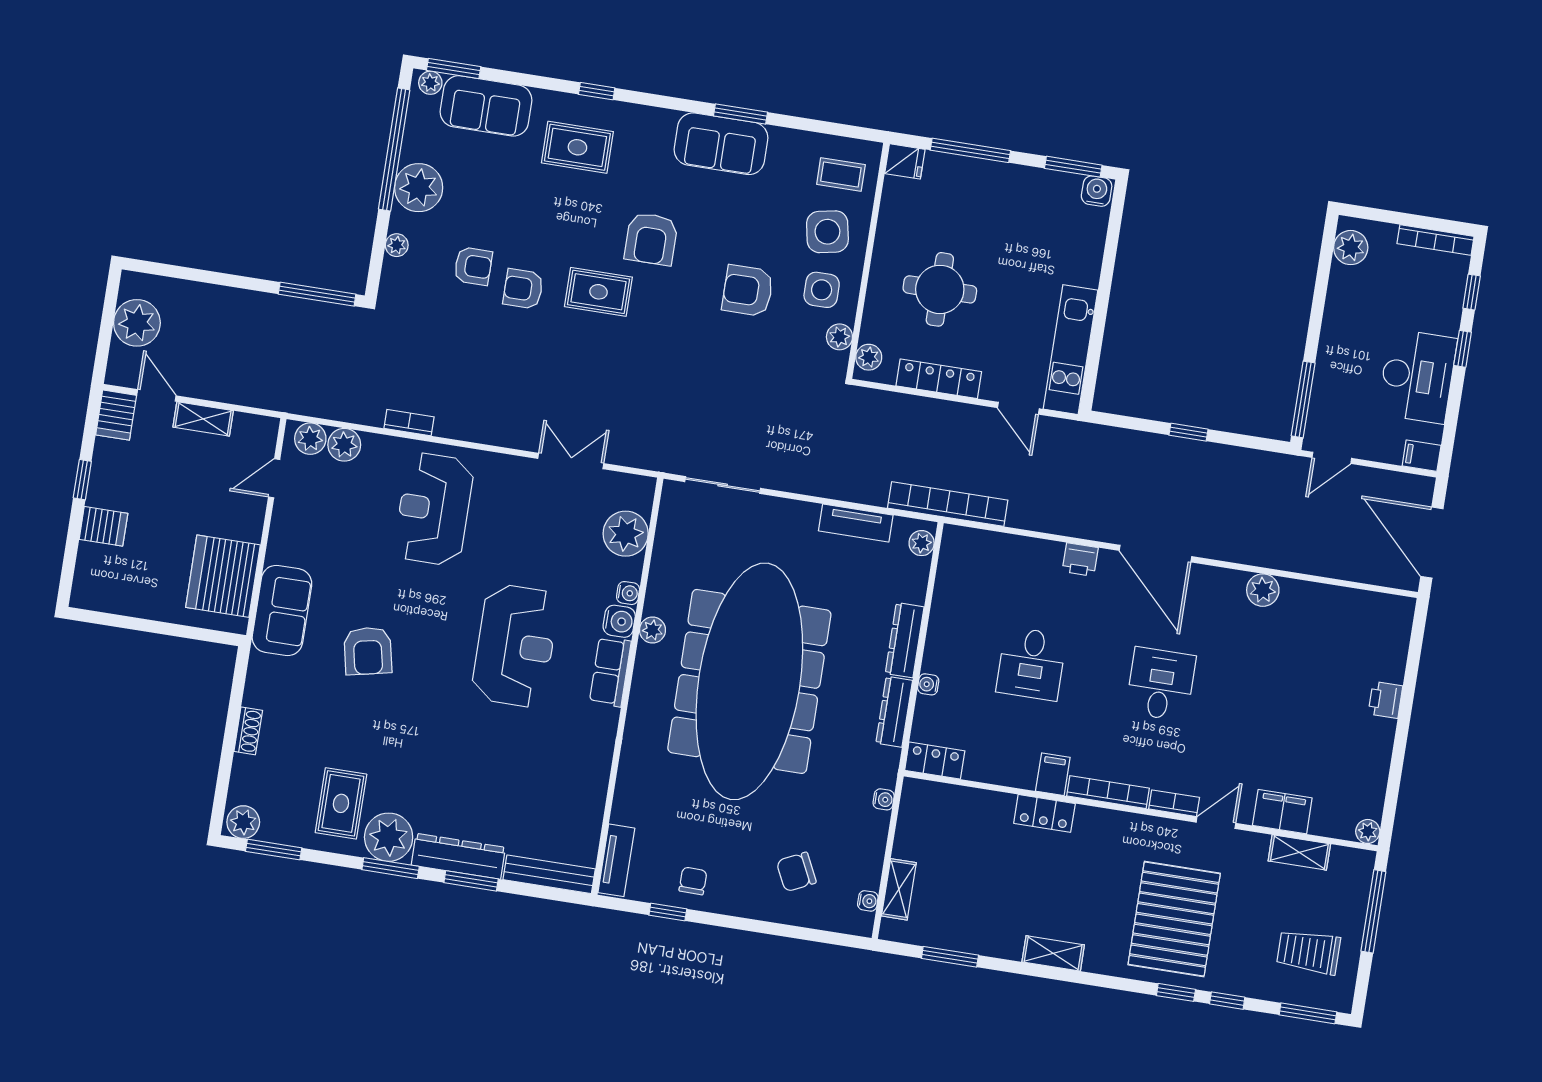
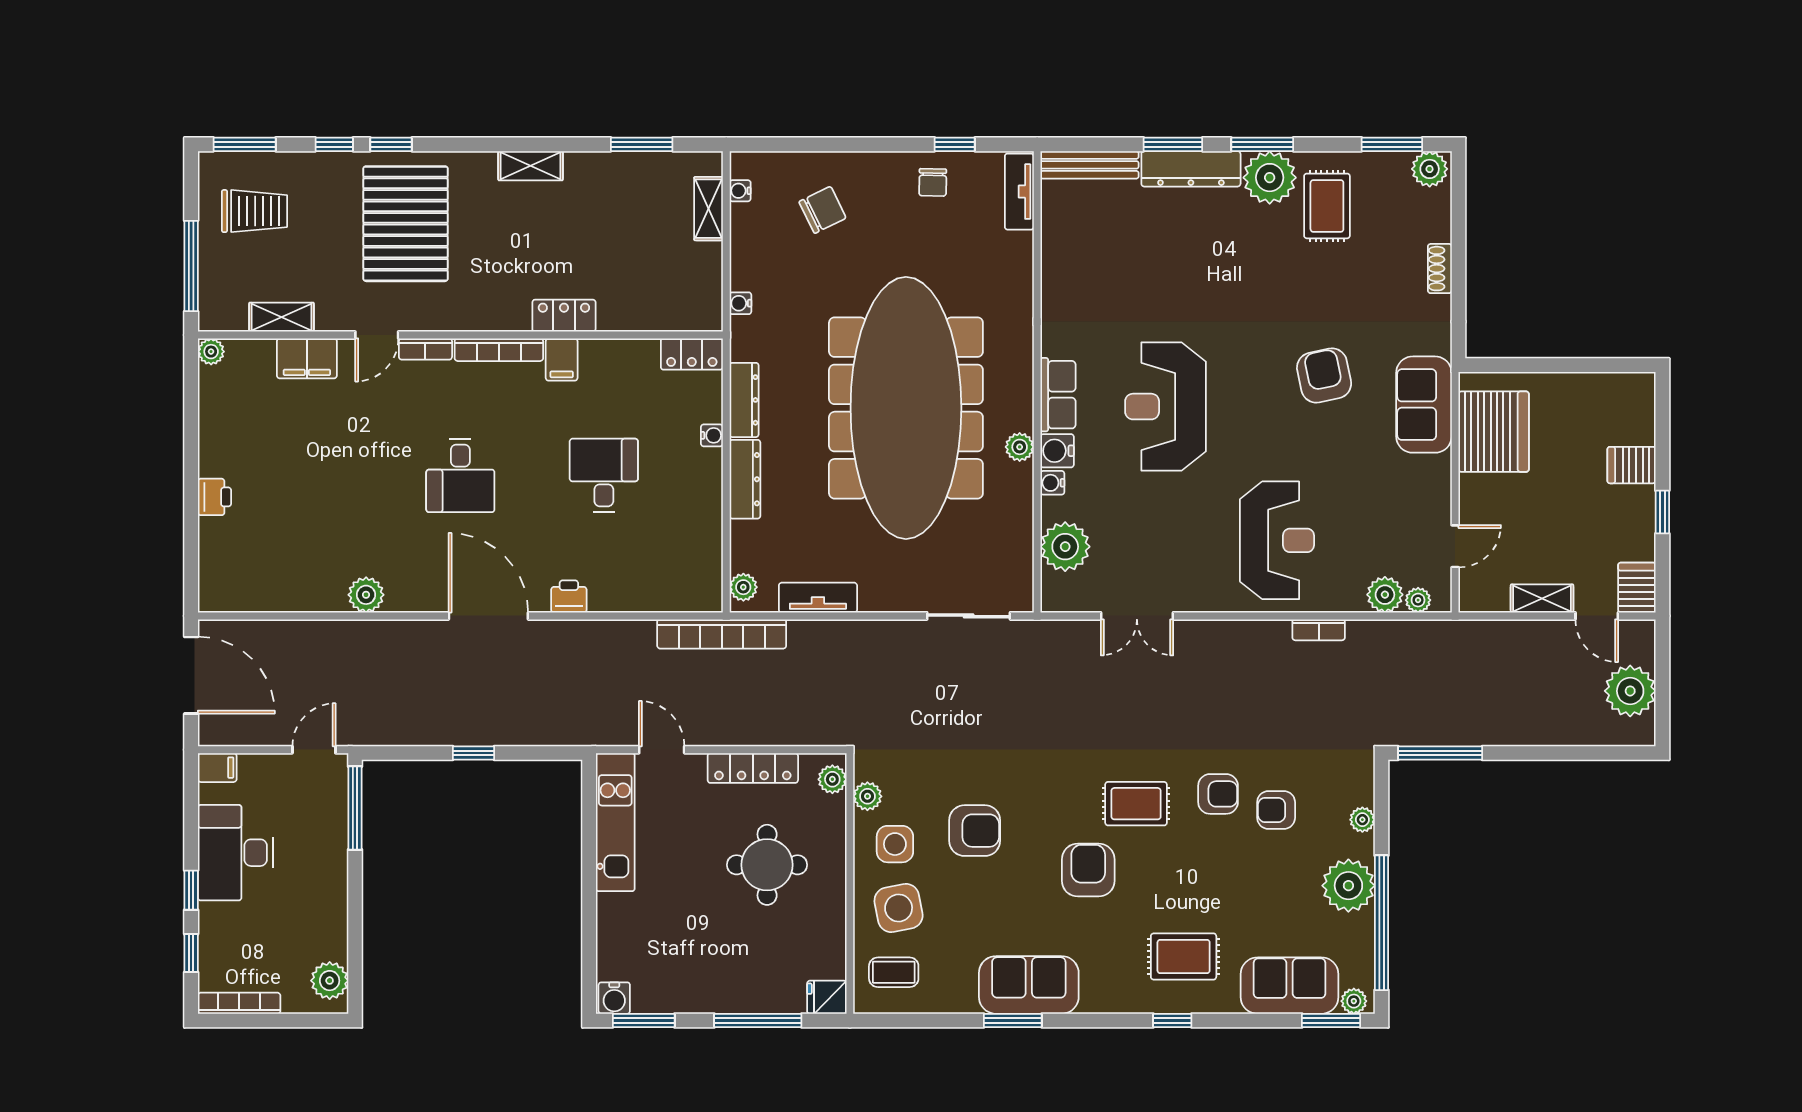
plant: (310, 439) -> (1418, 600), width x0.73, depth x0.73

